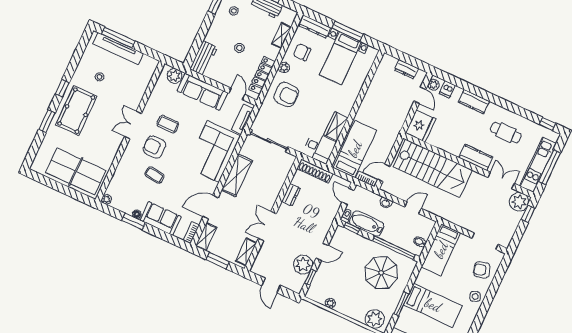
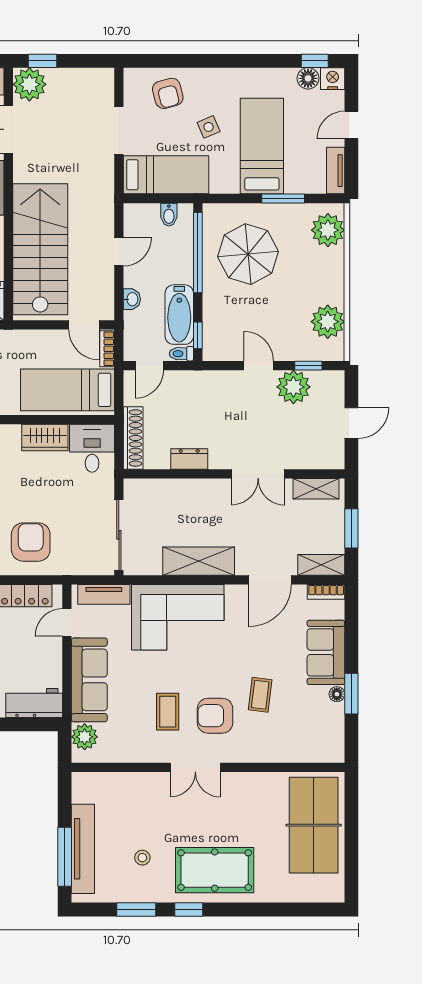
window: (47, 121) -> (136, 909), moved
armchair: (155, 147) -> (215, 716), turned 90
plant: (107, 199) -> (336, 754), removed
door: (211, 207) -> (270, 580), hinge flipped
door: (413, 208) -> (119, 252), swing flipped
doorway: (485, 241) -> (119, 131), moved
side table: (475, 297) -> (209, 127), moved
plant: (330, 303) -> (328, 322), width x1.88, depth x1.88

